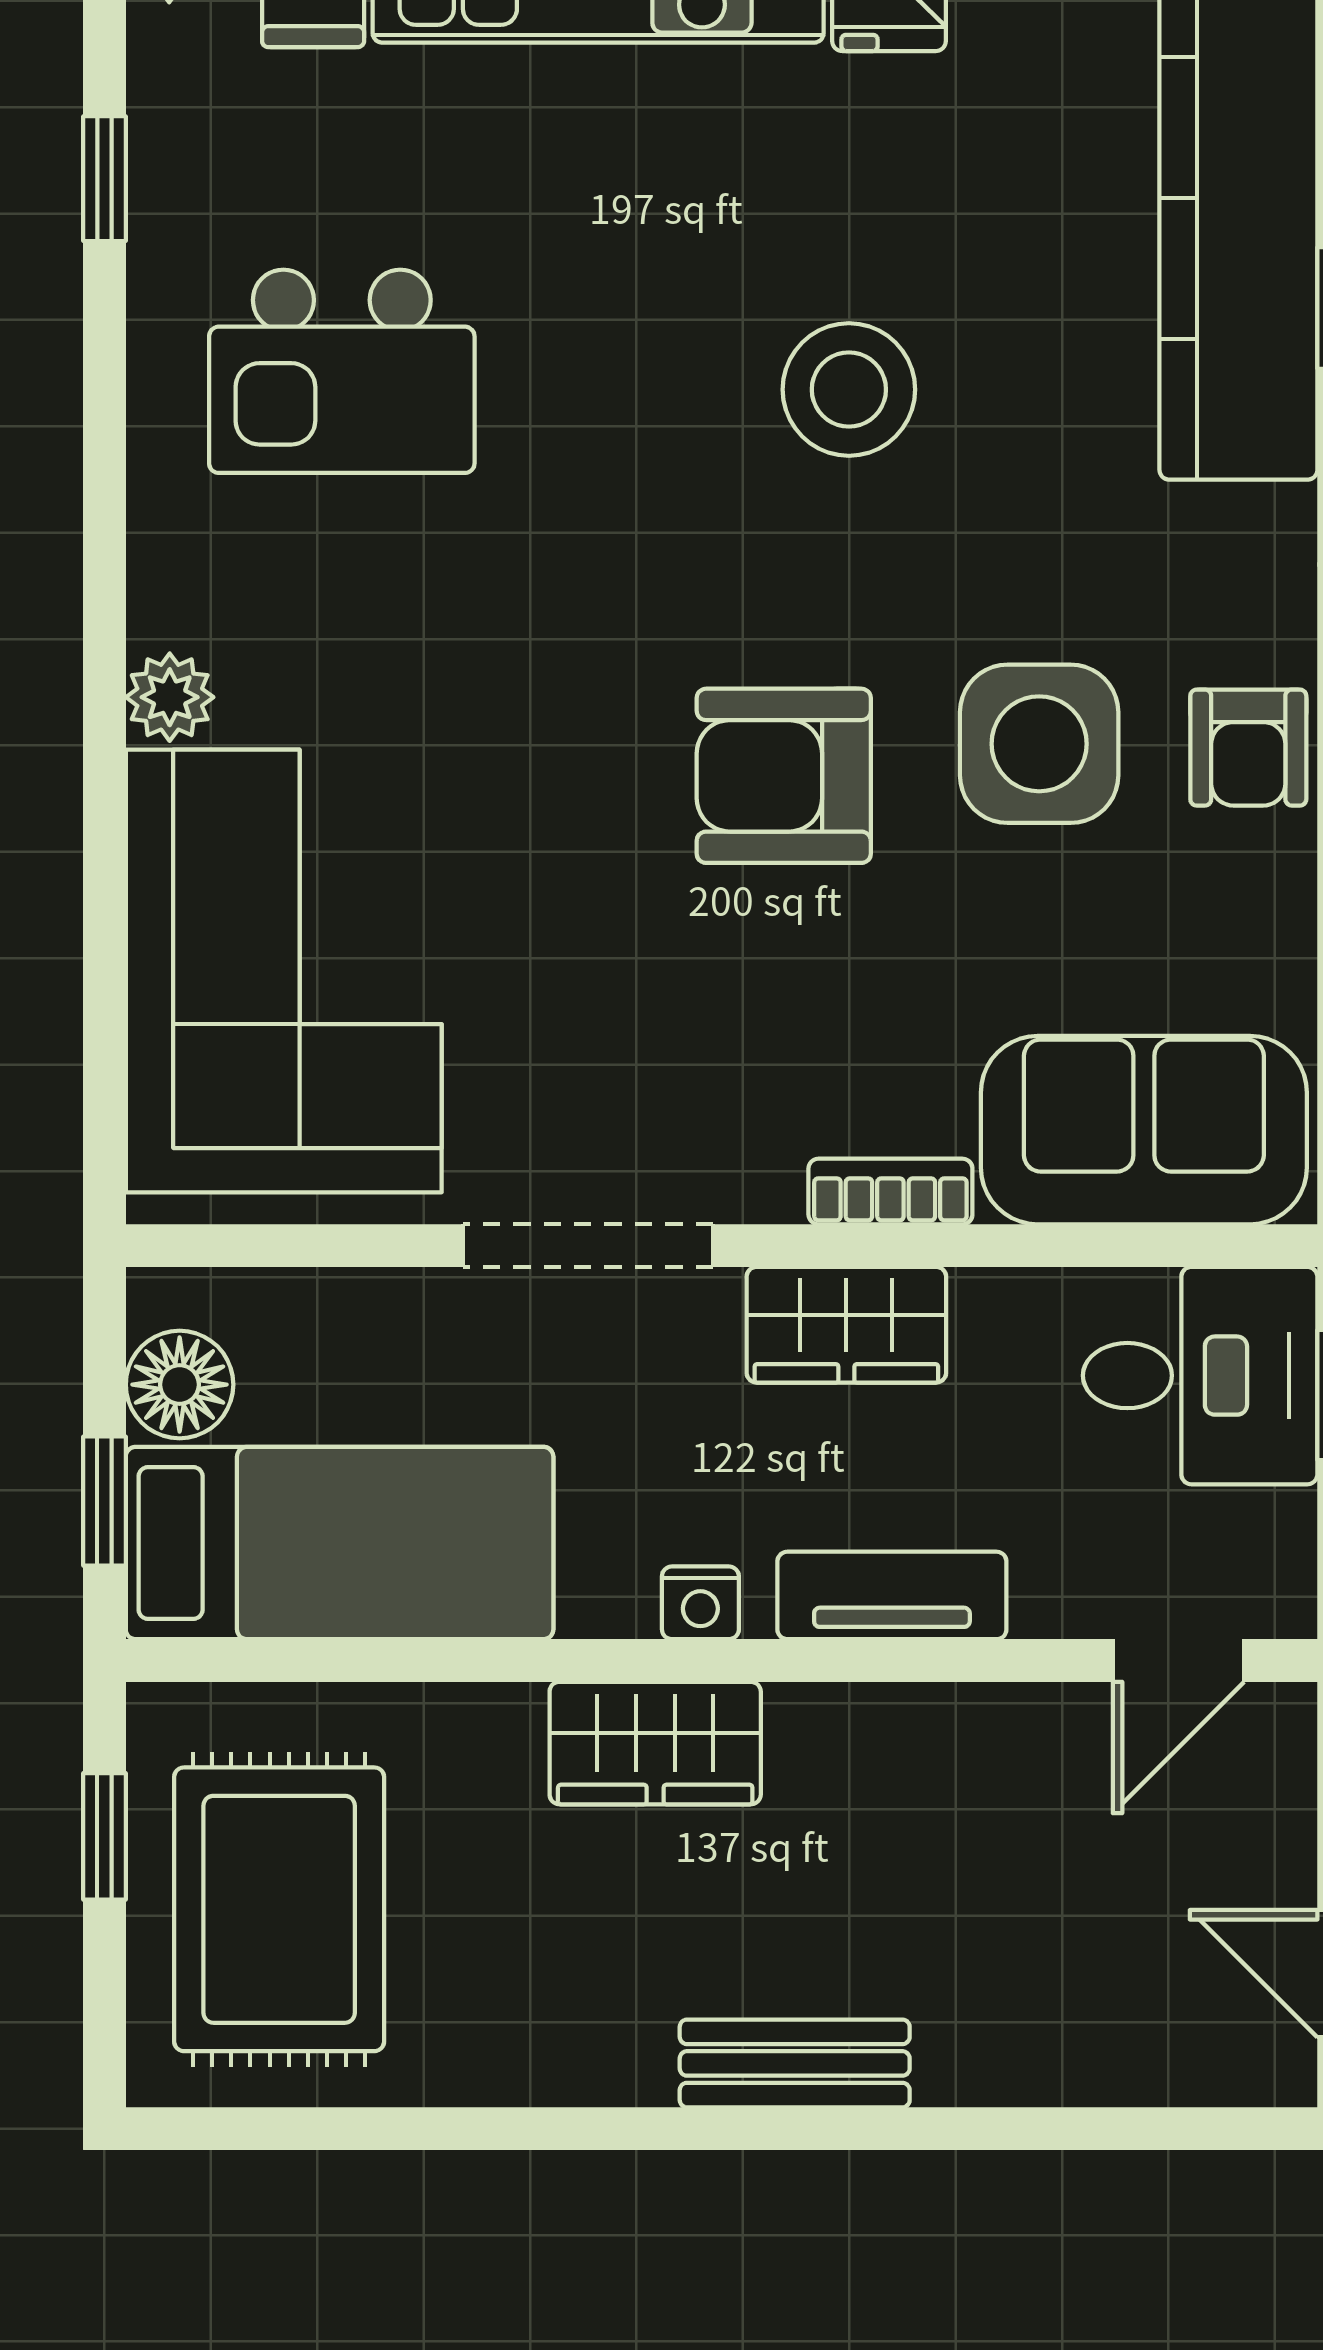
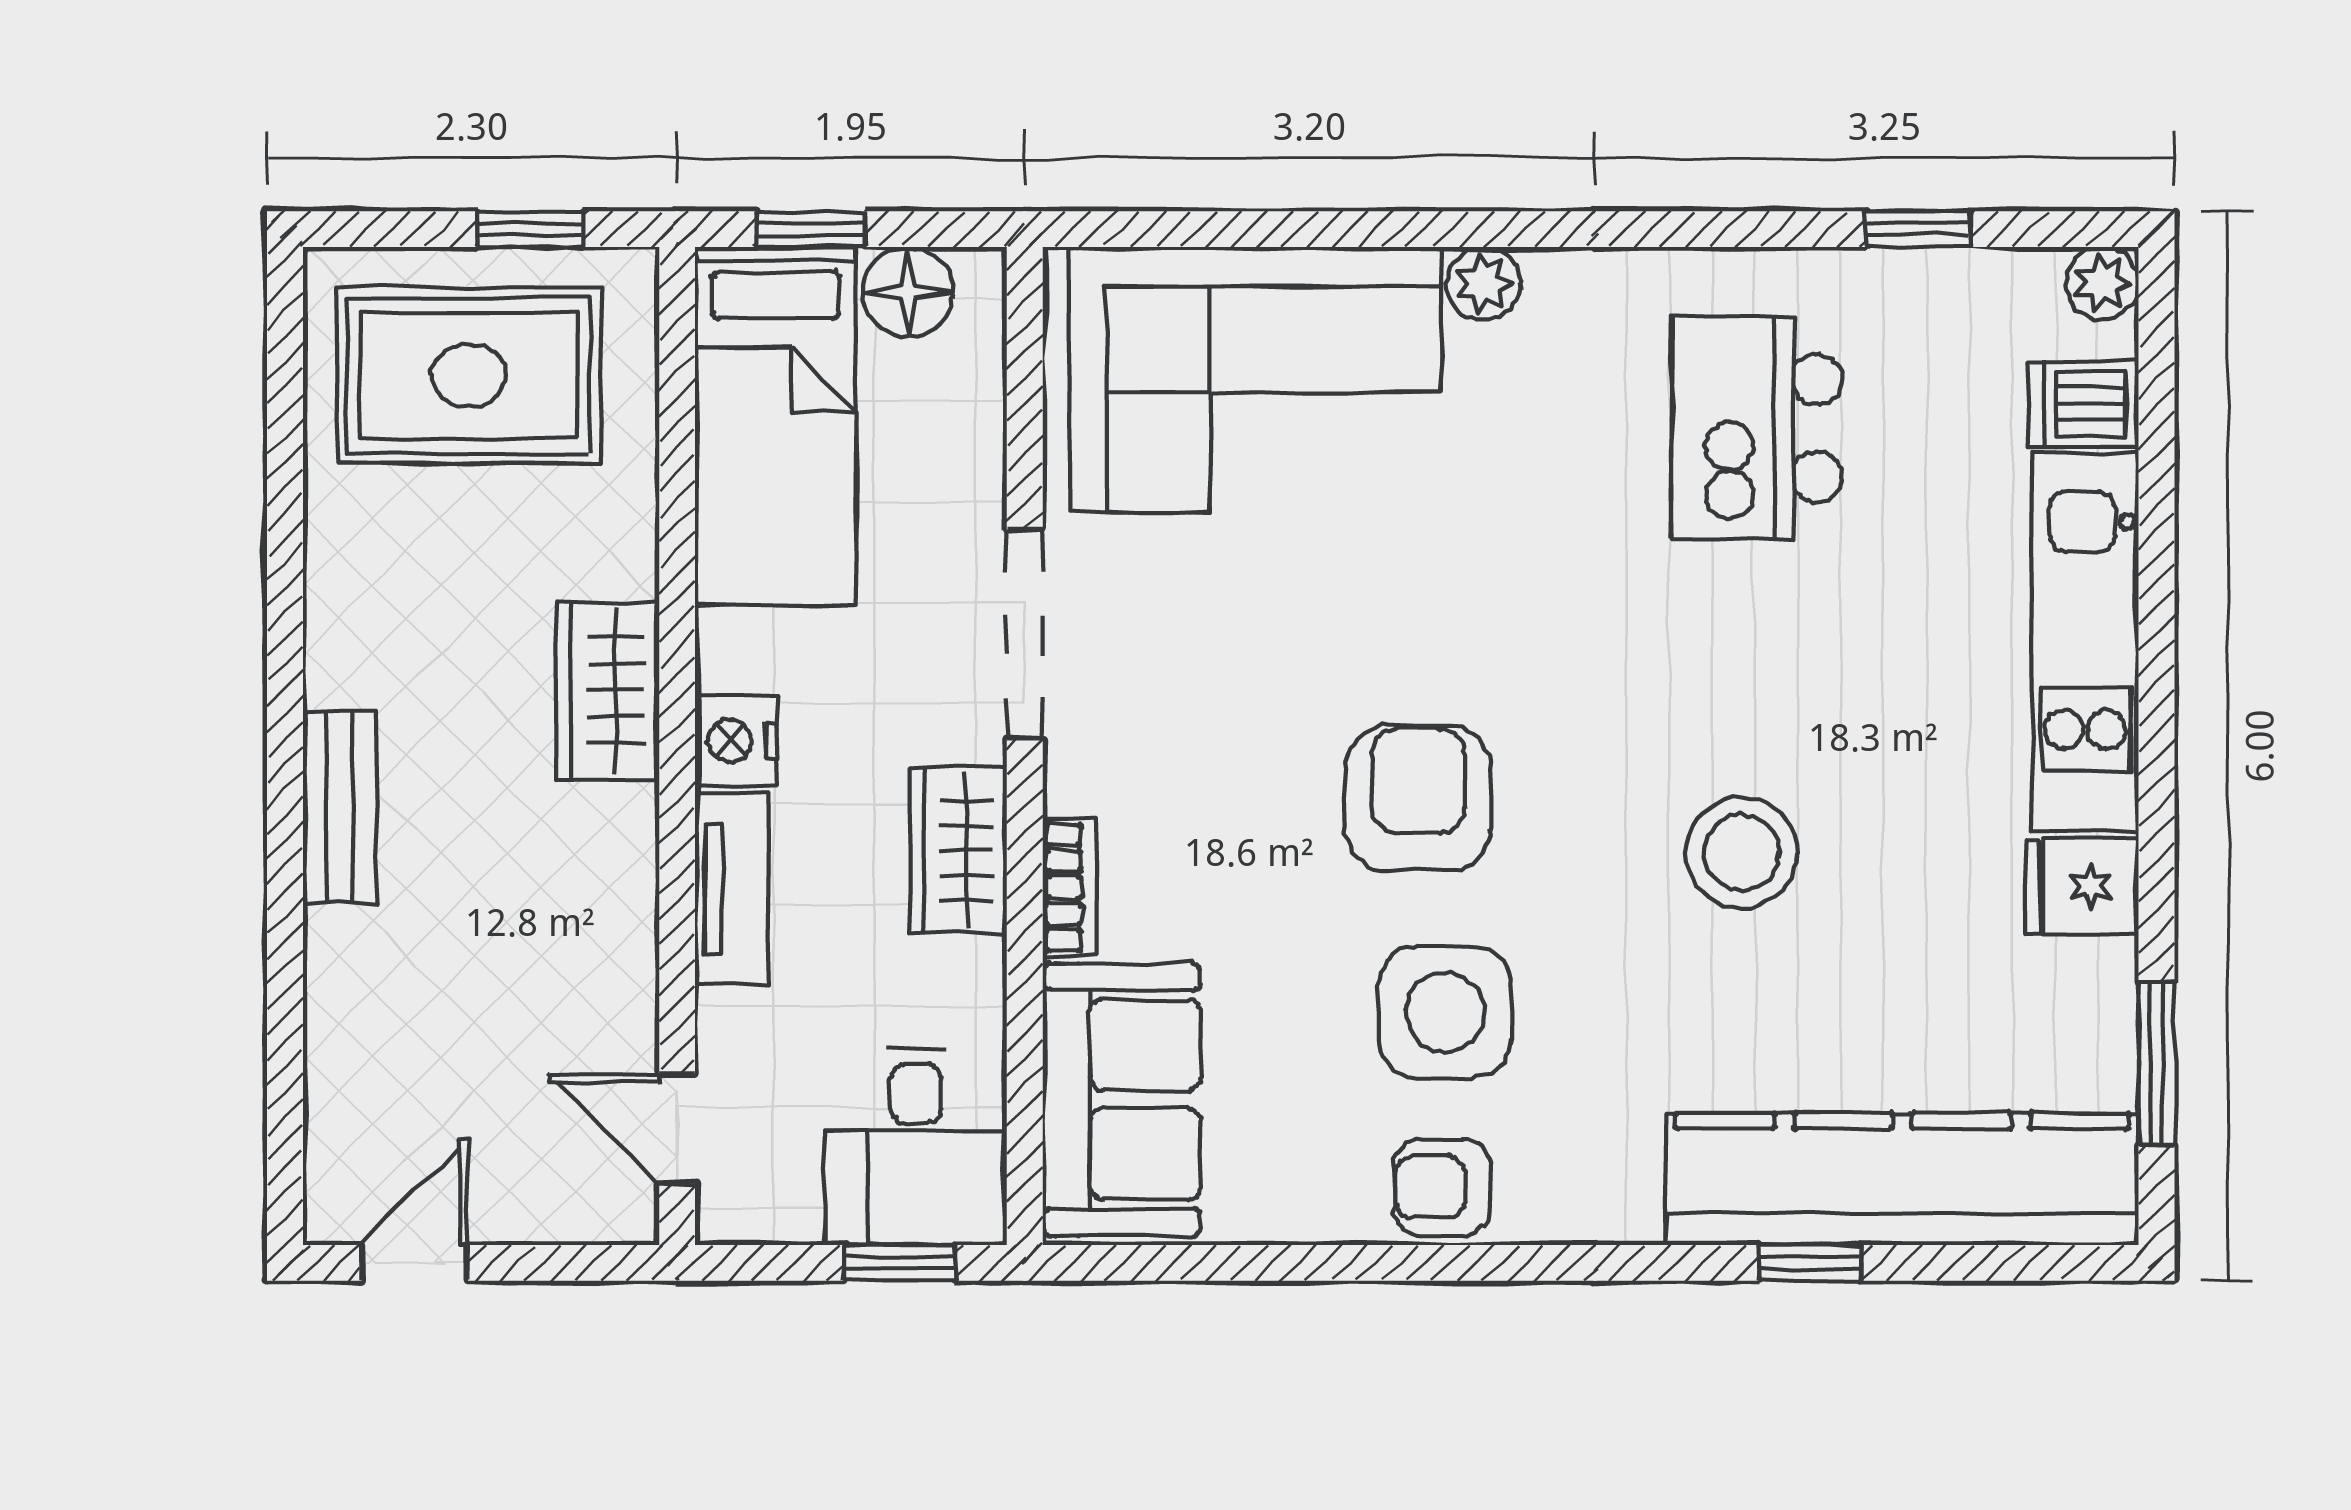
nightstand: (700, 1603) -> (736, 741), width x1.39, depth x1.35

